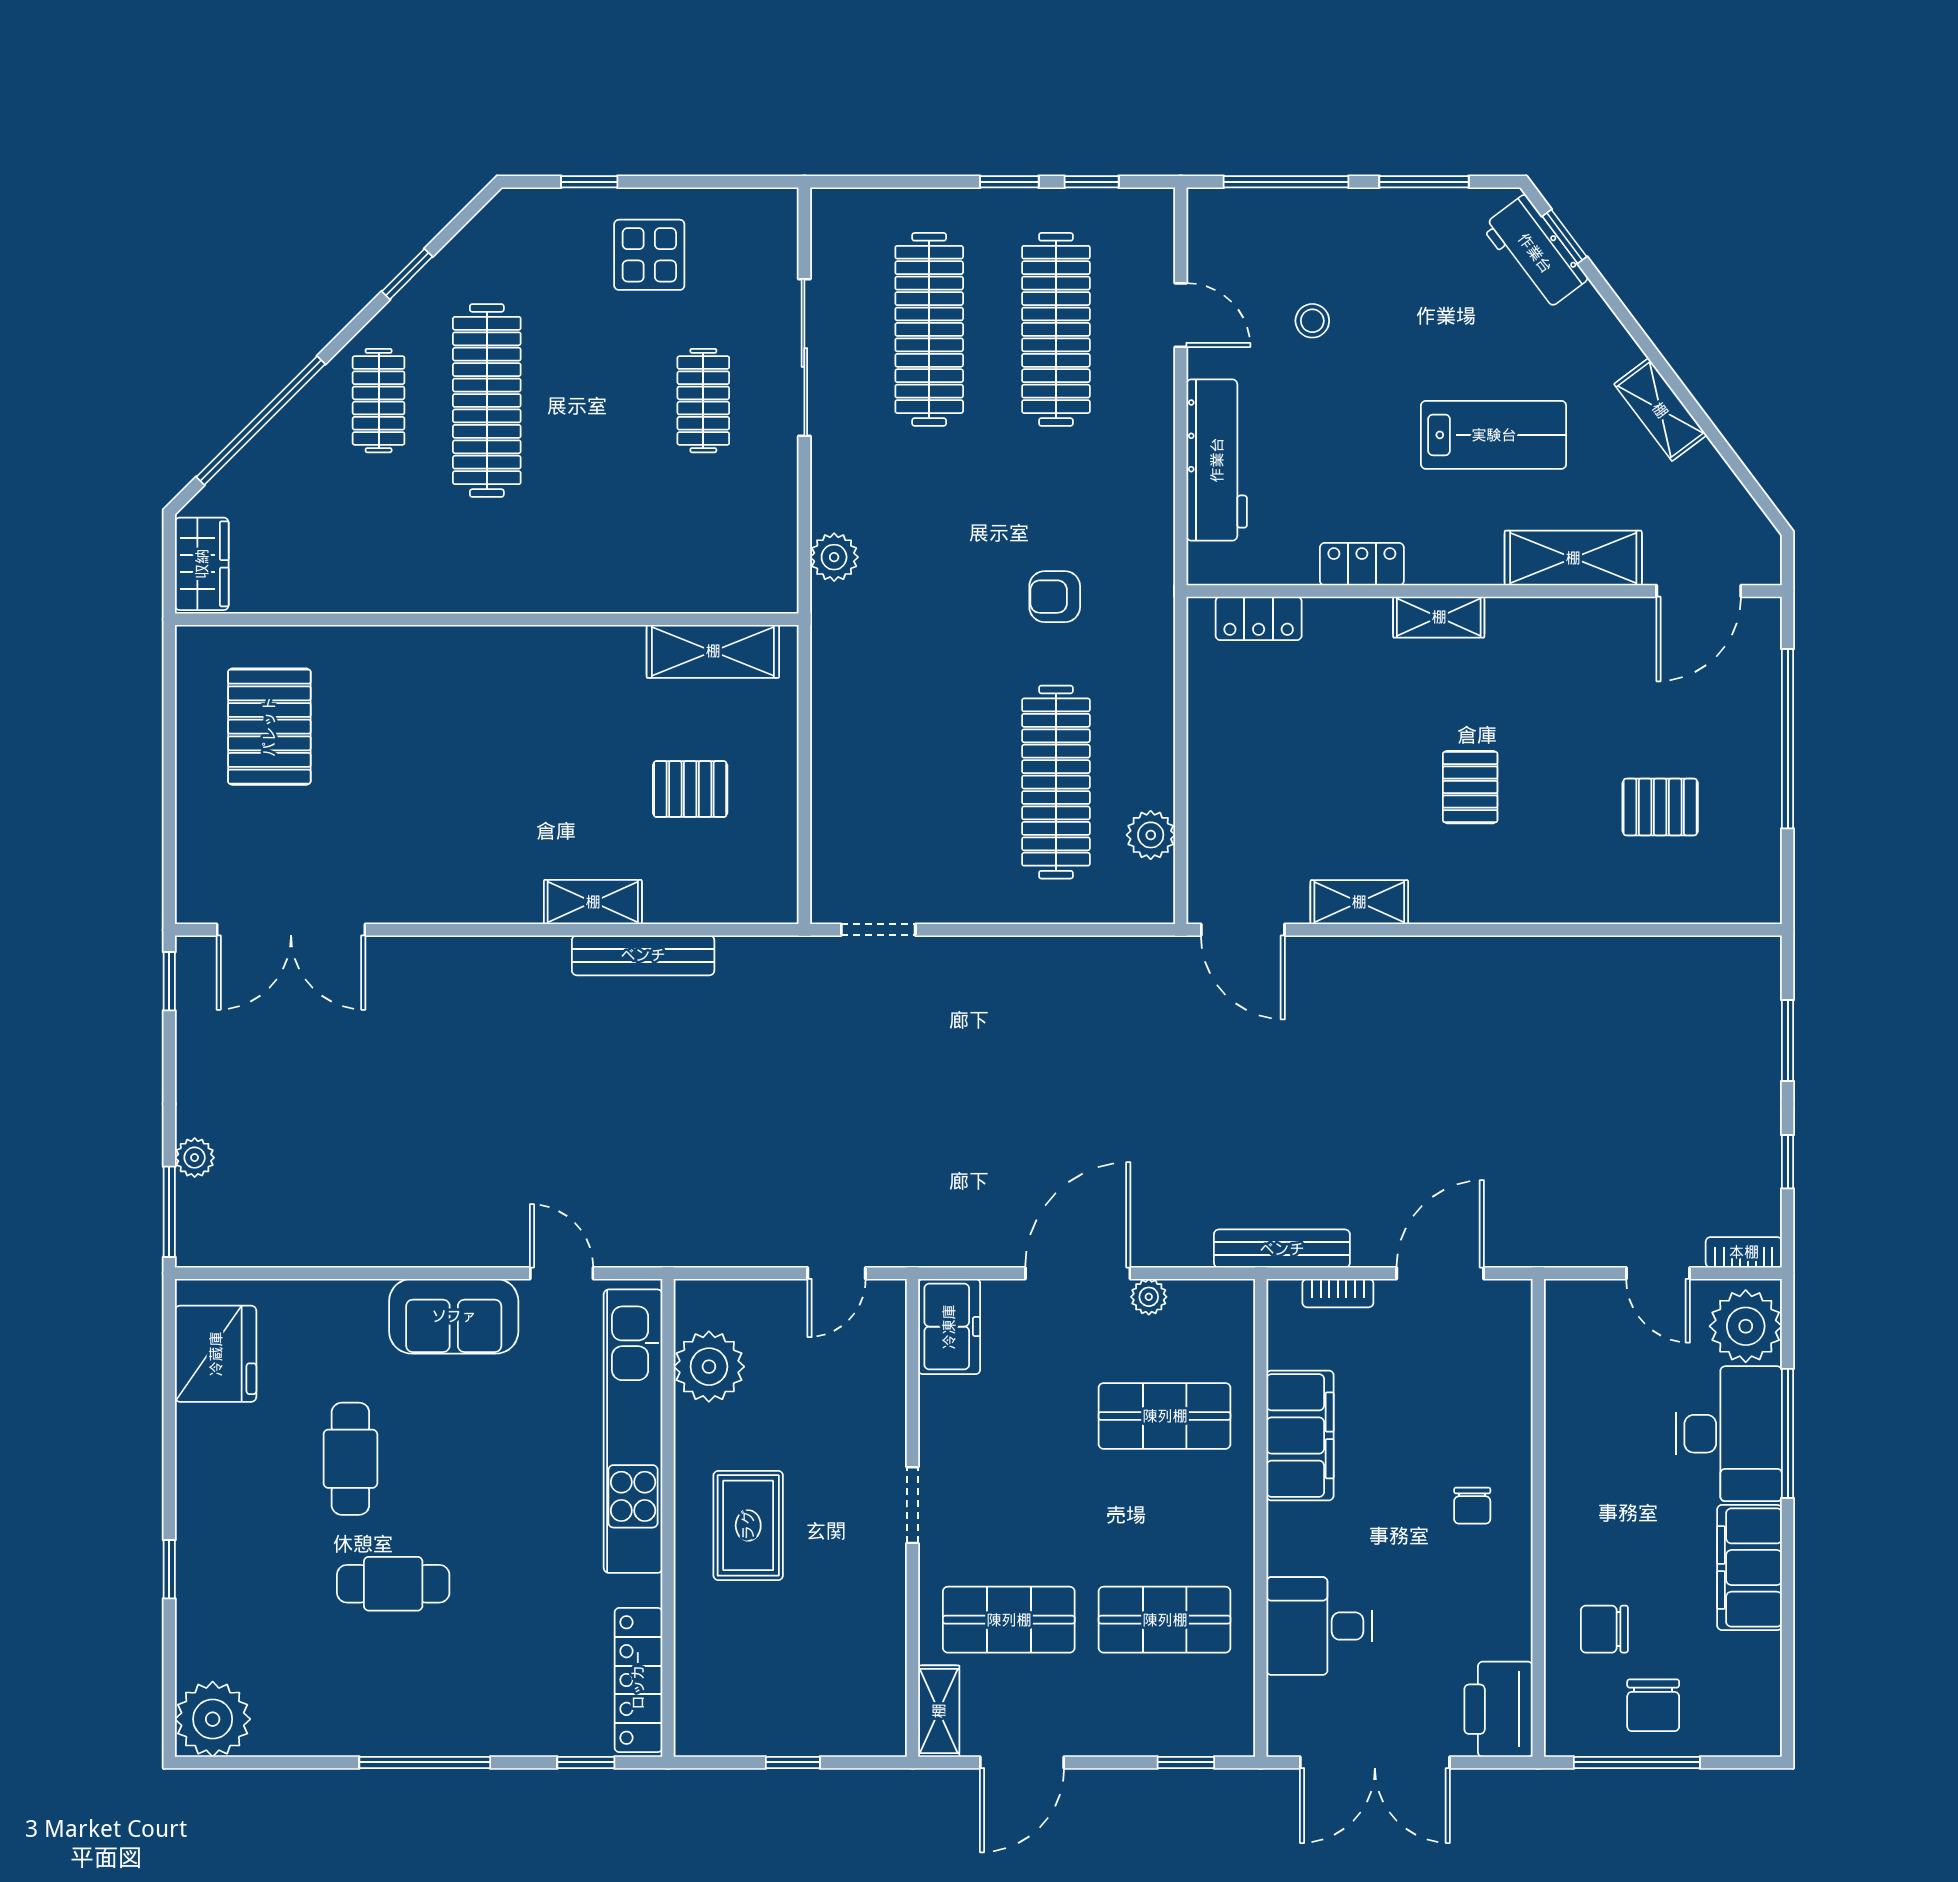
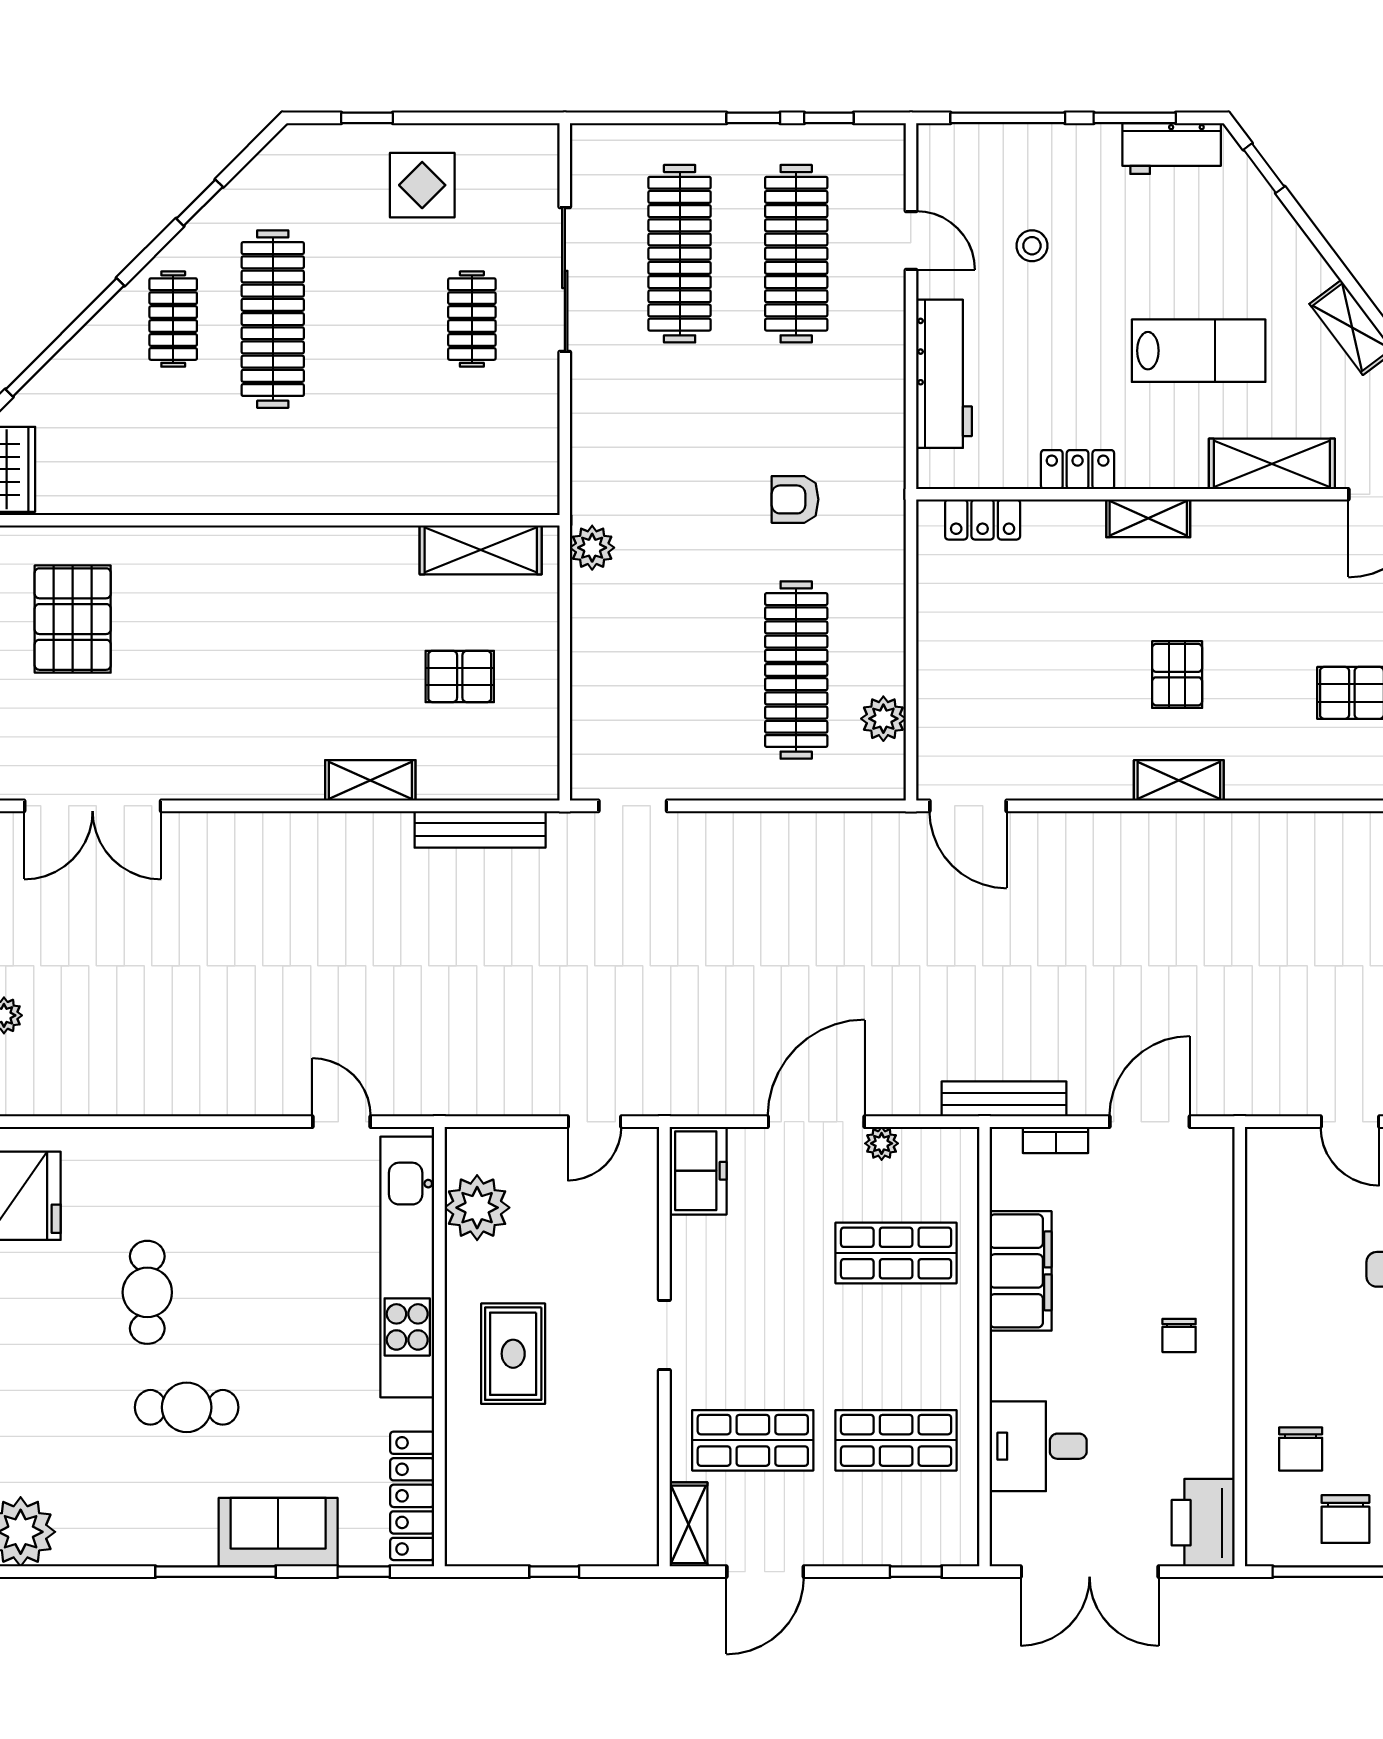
workbench: (1535, 253) -> (1172, 149), moved, turned -53
plant: (834, 557) -> (592, 548), moved
shelving: (1359, 902) -> (1179, 780), moved
bench: (643, 955) -> (480, 829), moved
sofa: (454, 1316) -> (278, 1532), moved, turned 180
chair: (1604, 1629) -> (1301, 1449), turned -90

